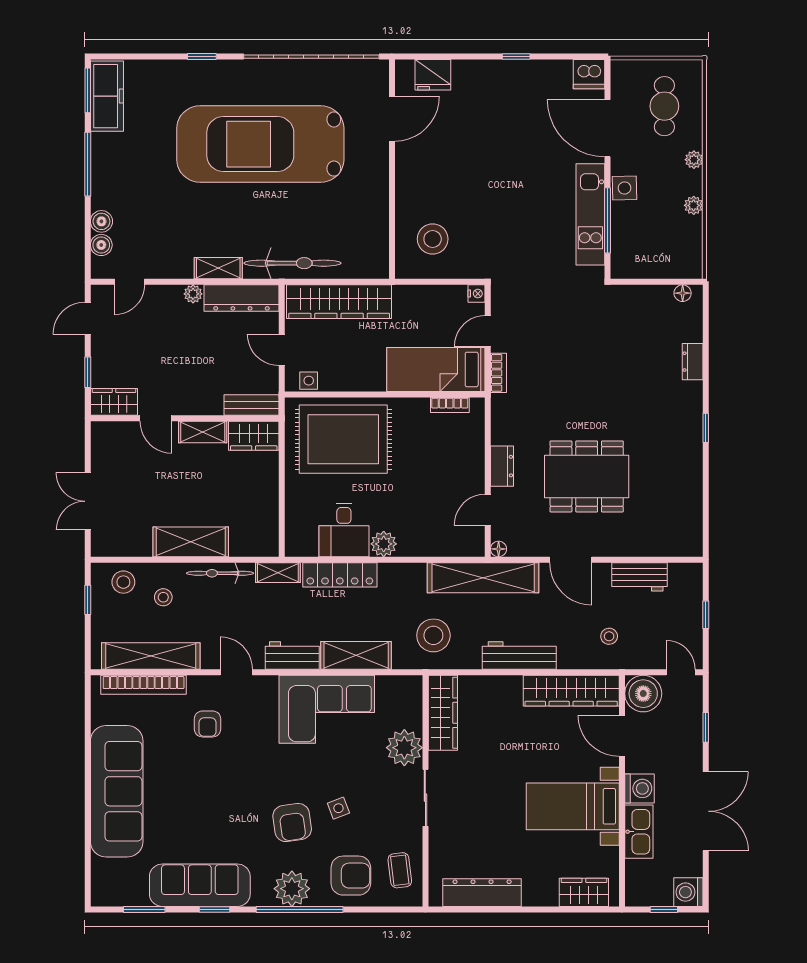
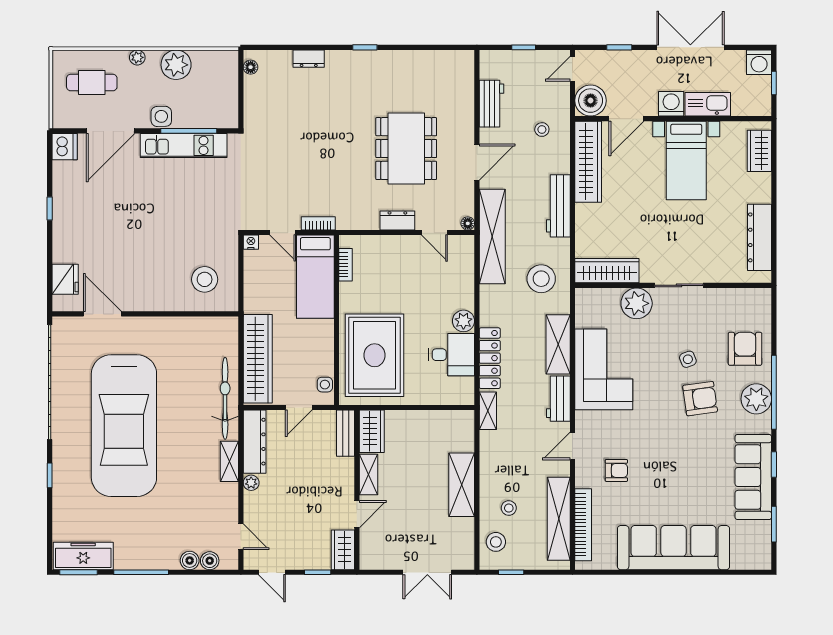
plant: (694, 205) -> (176, 65), width x1.88, depth x1.88
bicycle: (220, 573) -> (488, 460), removed
coffee table: (400, 870) -> (741, 307), removed

